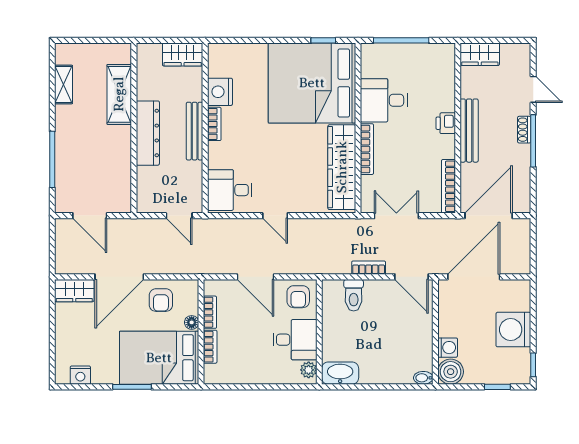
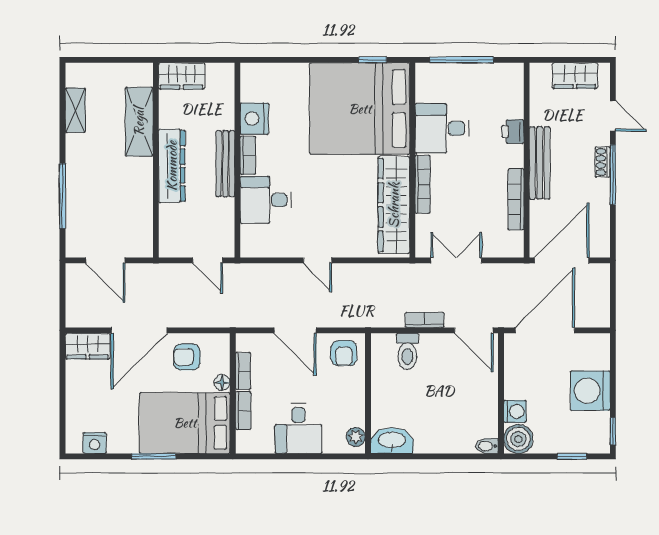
wardrobe: (480, 54) -> (575, 76), moved
wardrobe: (183, 55) -> (182, 76), moved
printer: (446, 123) -> (513, 132), moved
bookcase: (448, 186) -> (516, 199), moved
desk: (230, 190) -> (266, 200), moved
armchair: (161, 300) -> (187, 357), turned 90
desk: (295, 340) -> (298, 429), moved, turned 90

